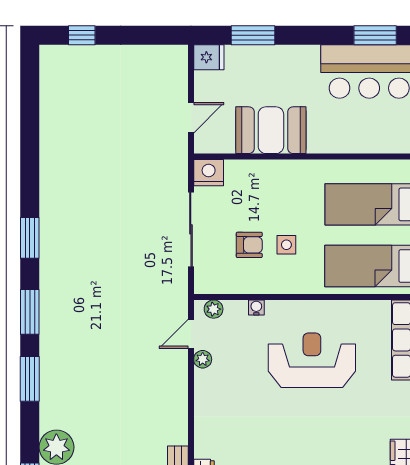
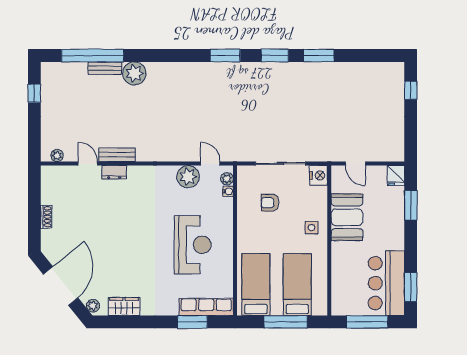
armchair: (249, 245) -> (270, 203), turned 90
side table: (286, 245) -> (311, 228), moved
water cooler: (256, 307) -> (228, 191), moved
plant: (203, 359) -> (188, 177), width x1.88, depth x1.88
window: (30, 379) -> (319, 55), moved

